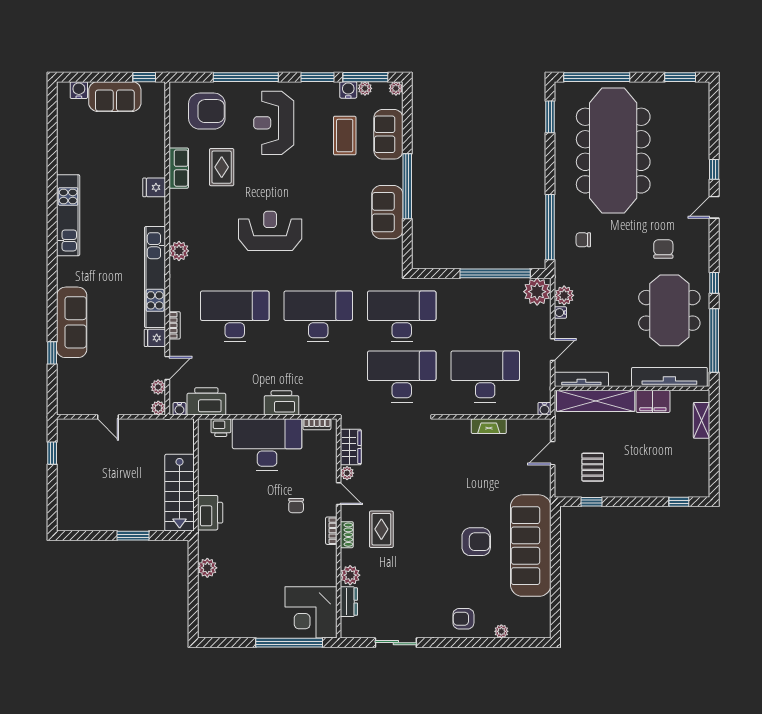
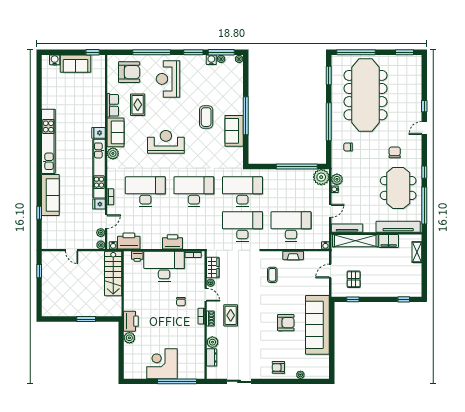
sofa: (388, 134) -> (115, 132), moved, turned 180
coffee table: (345, 136) -> (206, 117), moved
fridge: (154, 187) -> (98, 133), moved
kitchen unit: (68, 215) -> (48, 141), width x1.36
window: (550, 227) -> (329, 122), moved
coffee table: (453, 460) -> (272, 275), added
stairs: (180, 493) -> (113, 273), moved
printer: (210, 513) -> (131, 321), moved
corner desk: (311, 612) -> (162, 364), moved, turned 90

